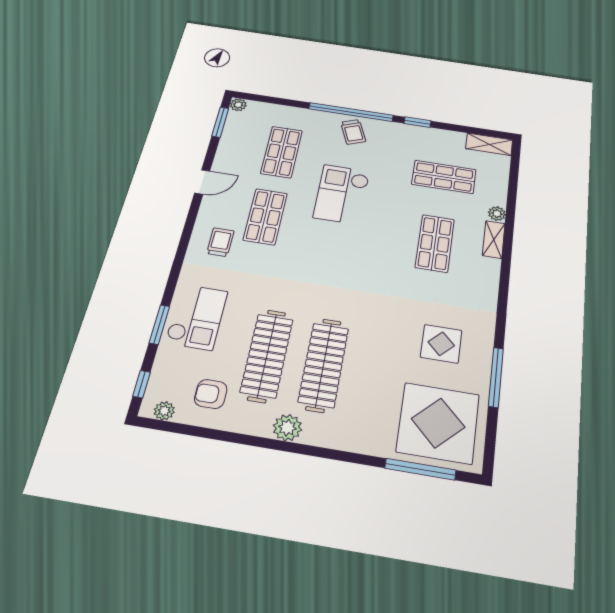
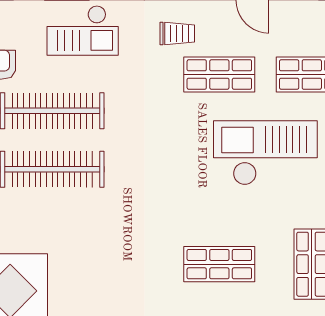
checkout: (342, 194) -> (265, 153), width x1.36, depth x1.21
display table: (441, 344) -> (97, 285), removed

